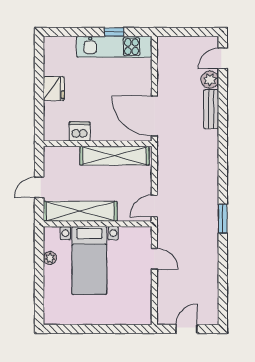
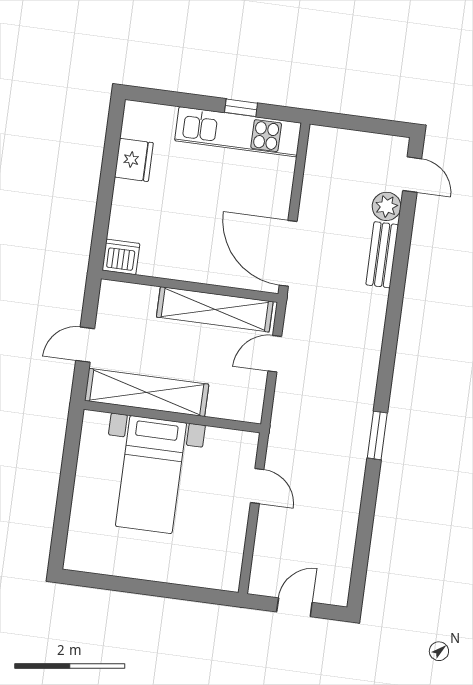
door: (223, 58) -> (412, 175), swing flipped
fridge: (54, 88) -> (134, 160), moved
dishwasher: (80, 132) -> (121, 257), moved
door: (154, 206) -> (275, 354), moved
plant: (50, 258) -> (87, 462), removed

